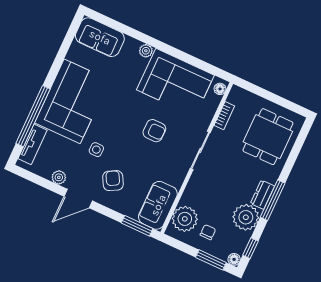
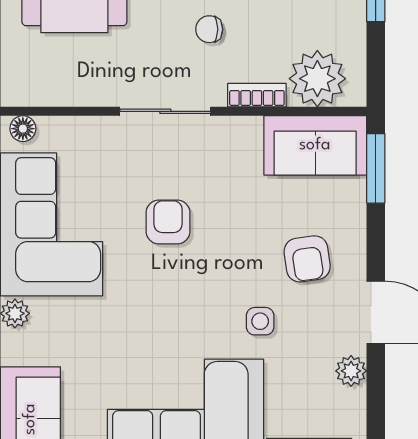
bookcase: (224, 116) -> (257, 95), moved
armchair: (113, 181) -> (307, 259), turned -69
chair: (208, 232) -> (209, 29), moved

